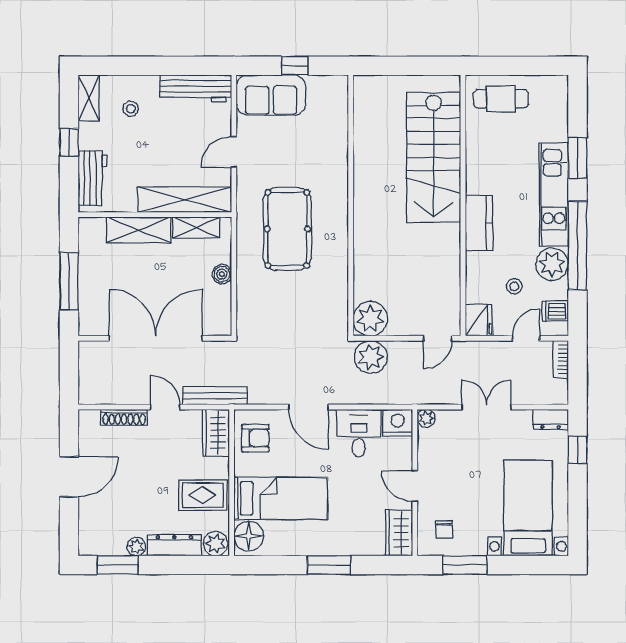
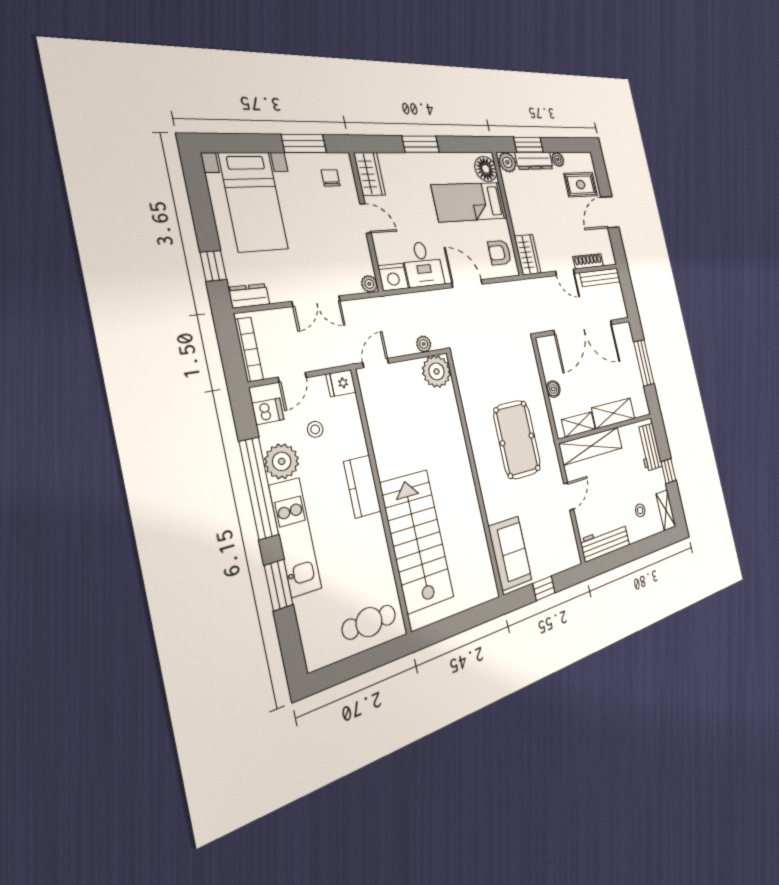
sofa: (271, 95) -> (510, 553), moved, turned 90
fridge: (479, 320) -> (341, 383), width x0.72
plant: (371, 357) -> (424, 344), width x0.53, depth x0.53
bookcase: (561, 359) -> (249, 350), width x1.56
bench: (215, 396) -> (600, 277), moved
rug: (203, 495) -> (581, 185), moved
window: (118, 565) -> (529, 145), moved

